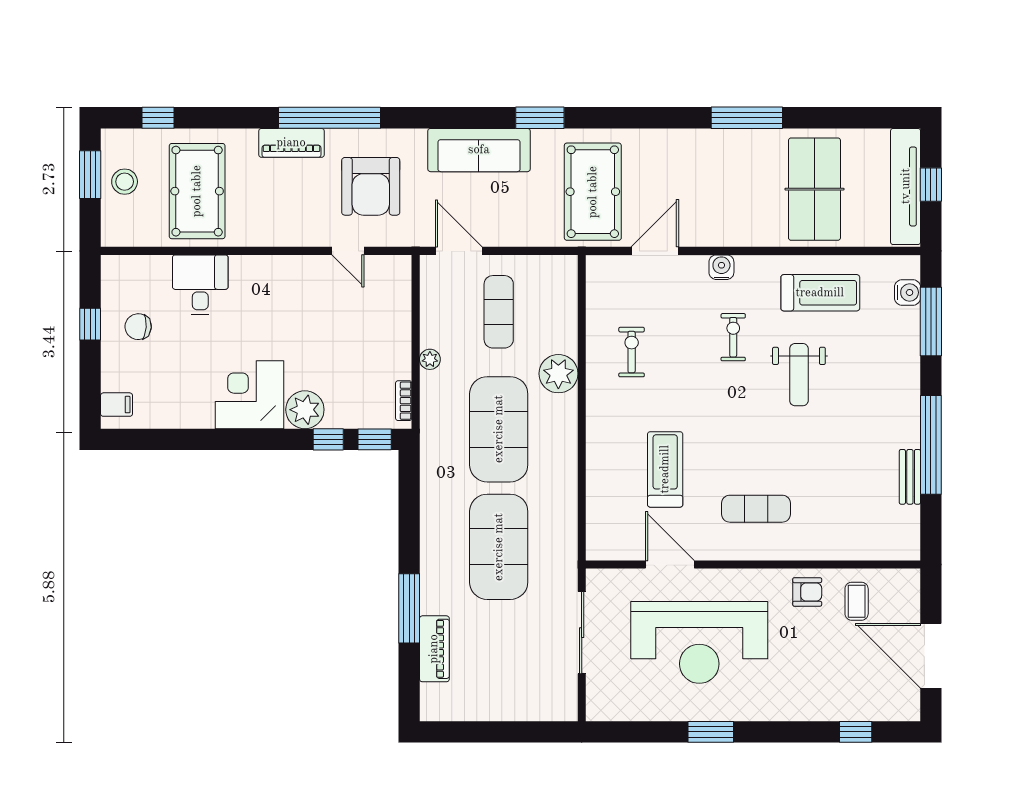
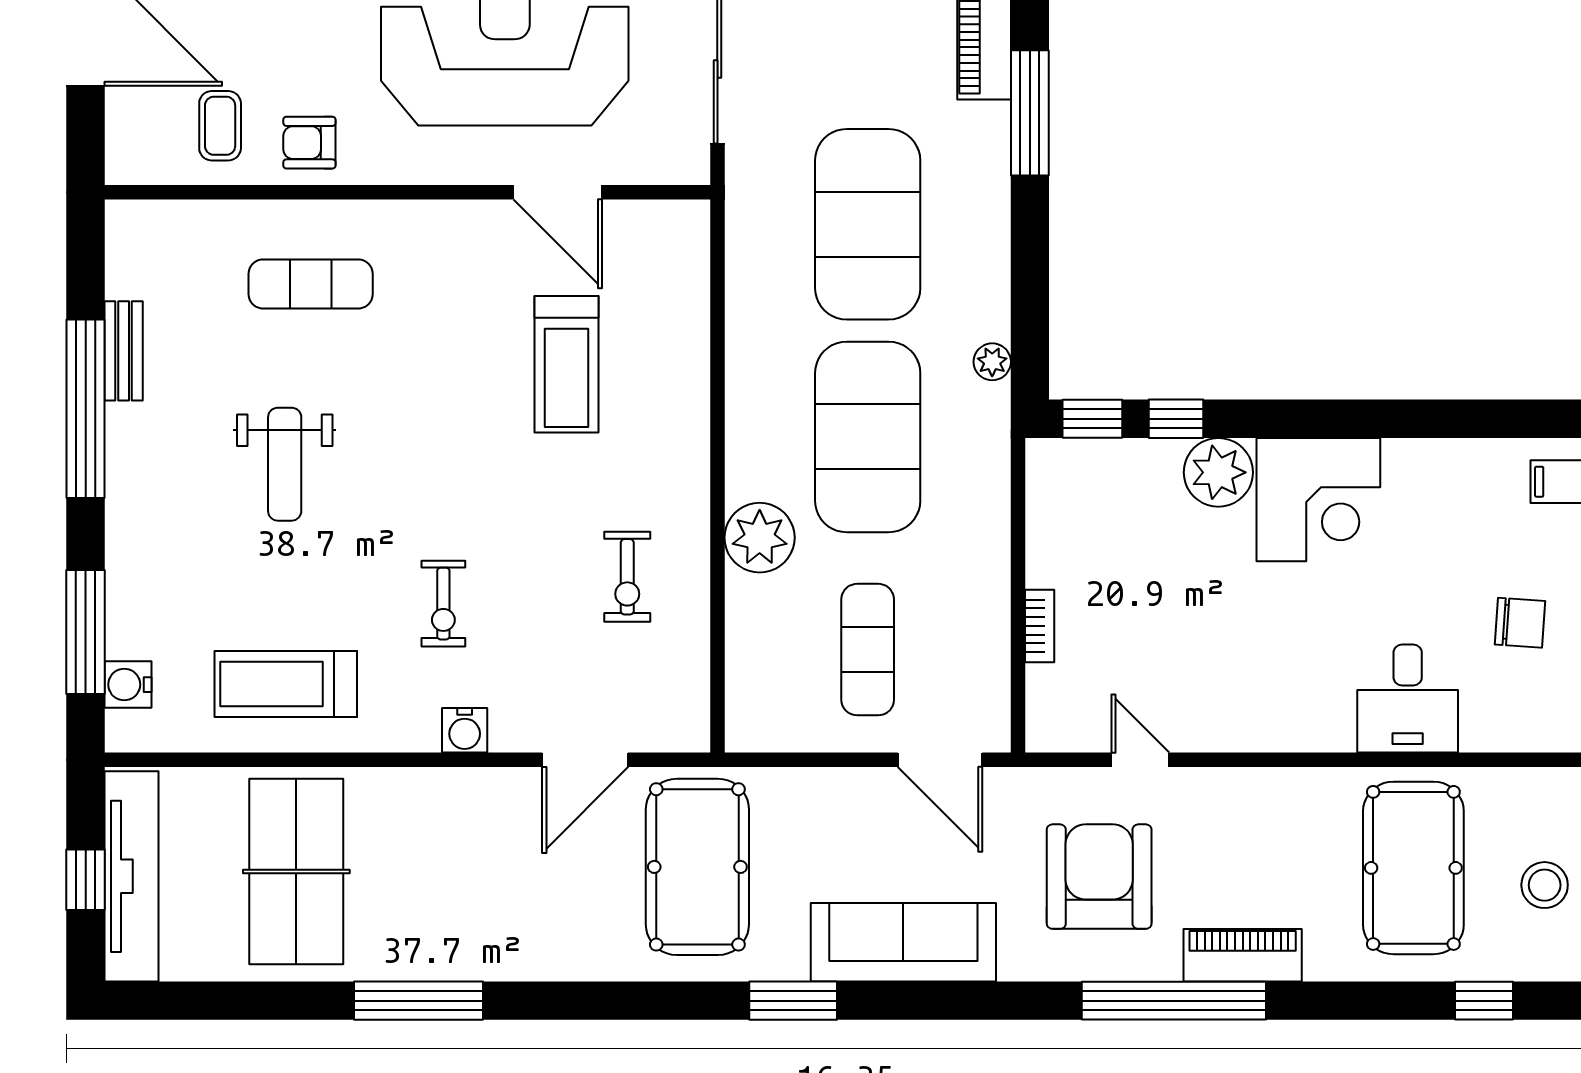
plant: (430, 359) -> (992, 362), moved
weight bench: (799, 375) -> (285, 464), moved, turned 180
bookcase: (404, 401) -> (1040, 626), moved
exercise mat: (756, 509) -> (311, 284), moved

